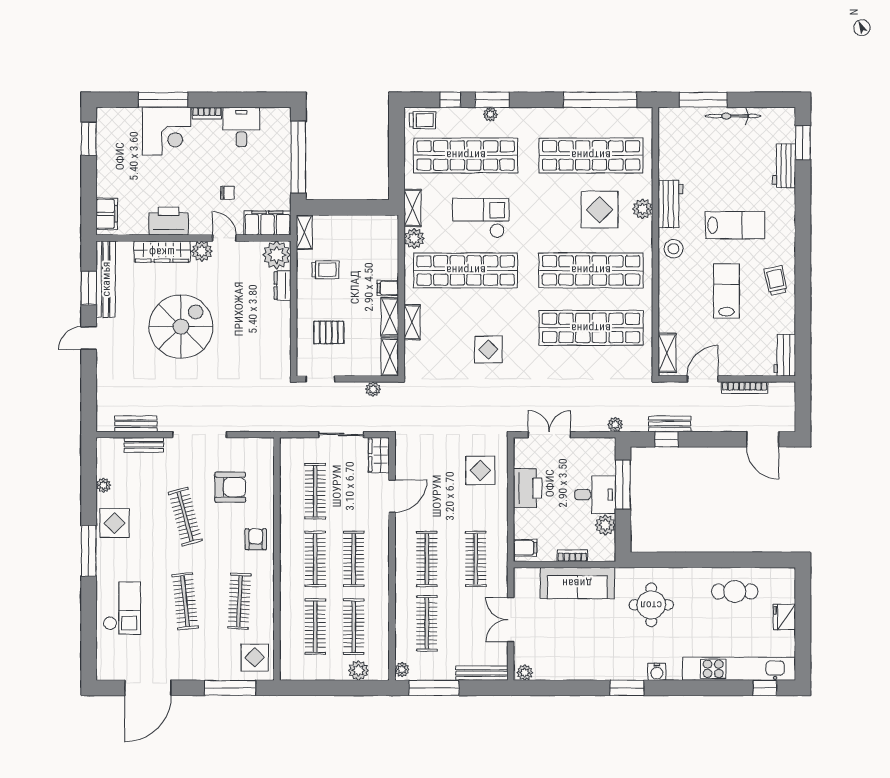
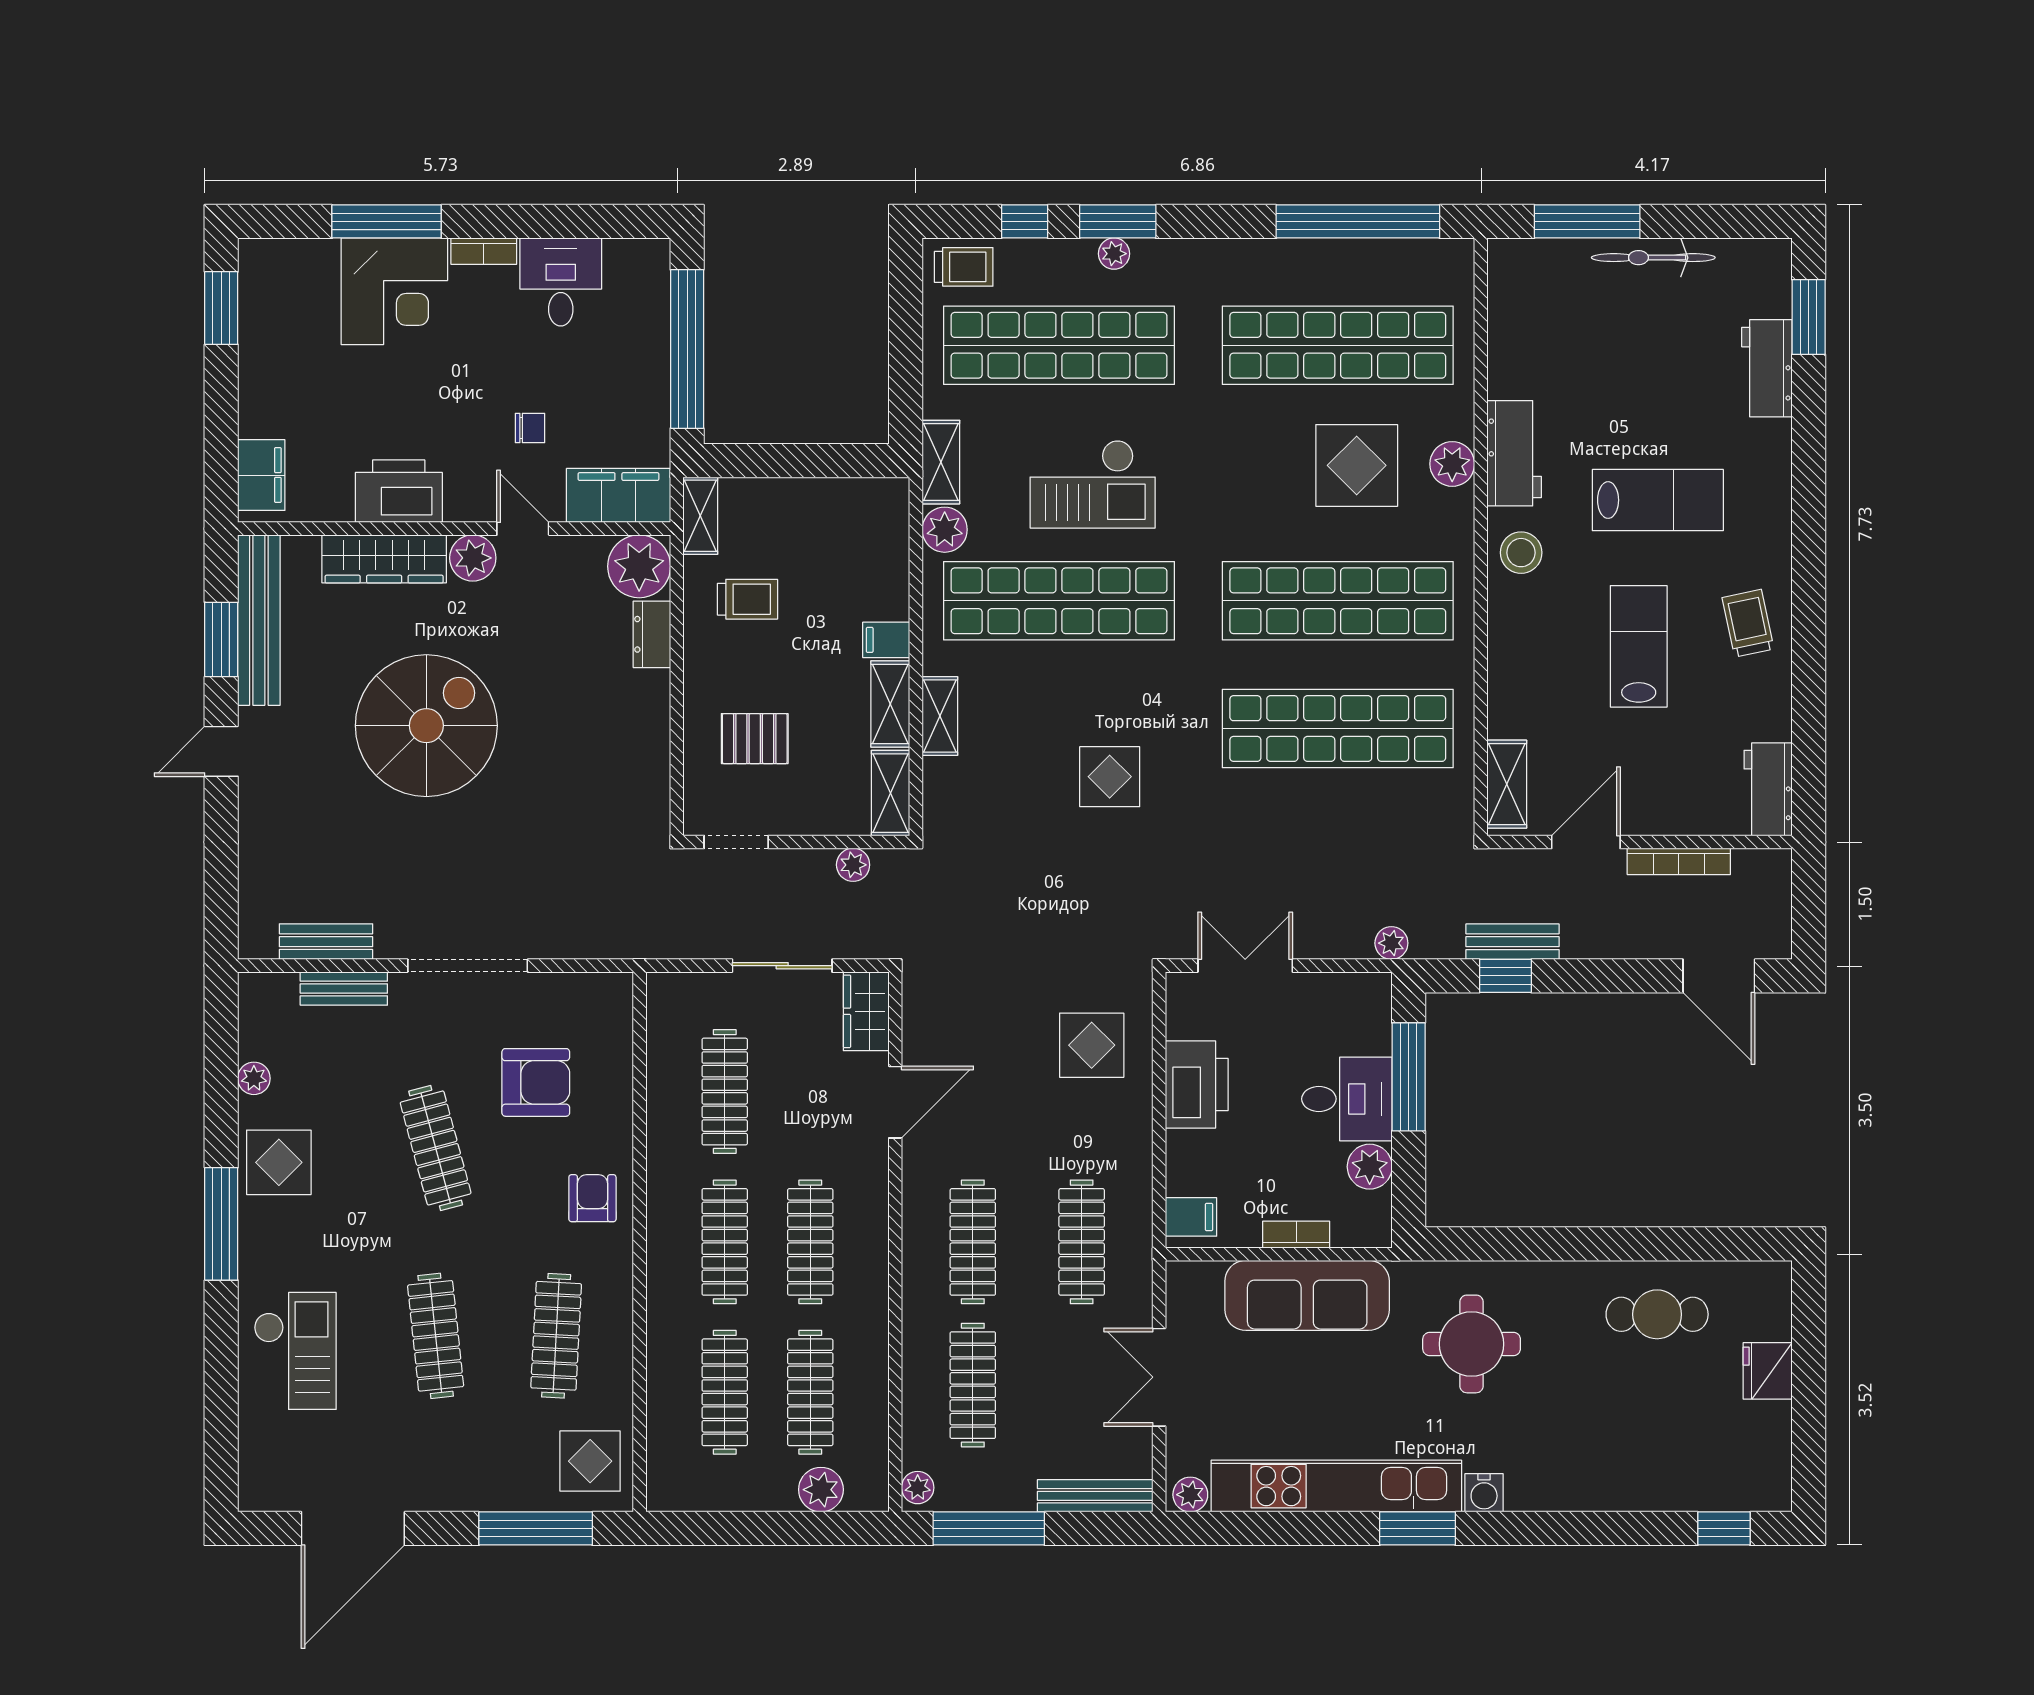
checkout: (481, 218) -> (1093, 484), turned 180
kitchen unit: (739, 669) -> (1336, 1486), moved

